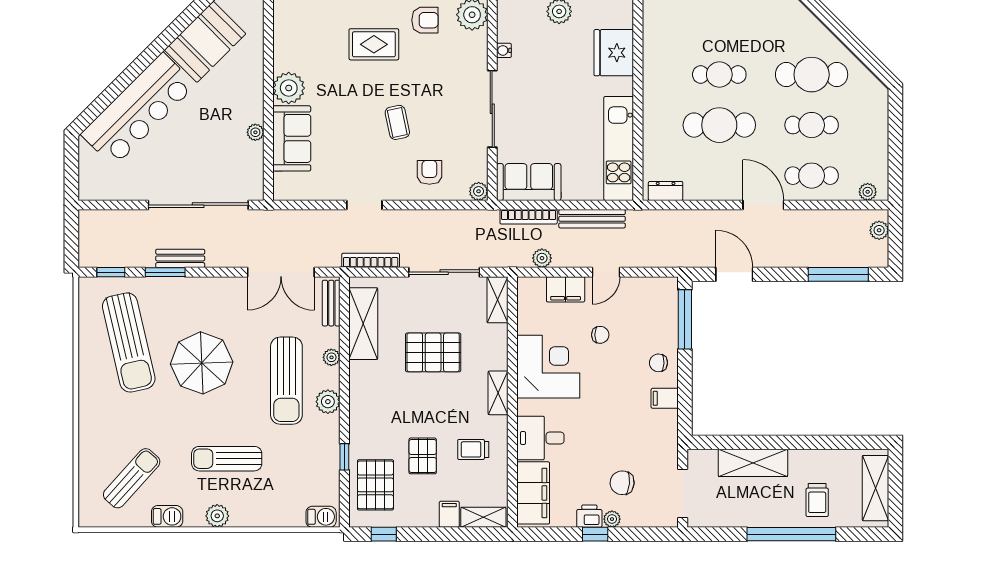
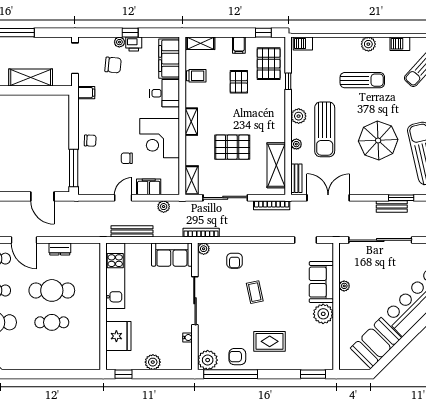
dresser: (666, 191) -> (60, 249), moved
doorway: (364, 205) -> (306, 240), moved
bookcase: (529, 217) -> (201, 233), moved
sun lounger: (286, 381) -> (325, 129), turned 180
filing cabinet: (665, 398) -> (86, 93), moved
trolley: (473, 449) -> (196, 76), moved
filing cabinet: (449, 514) -> (239, 45), moved

